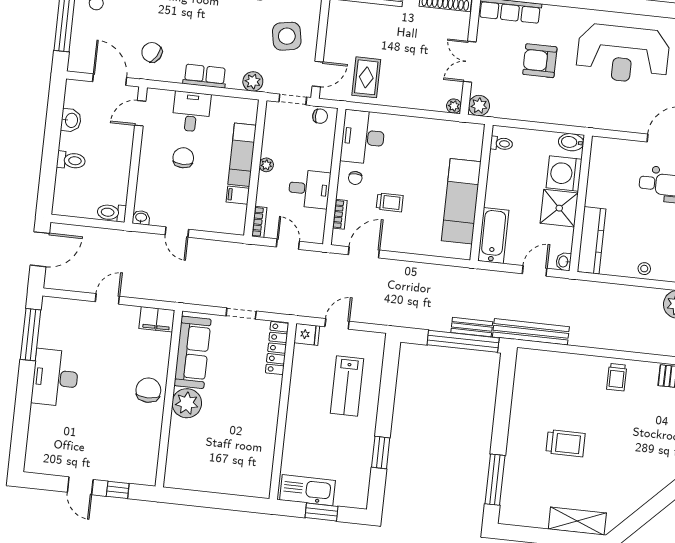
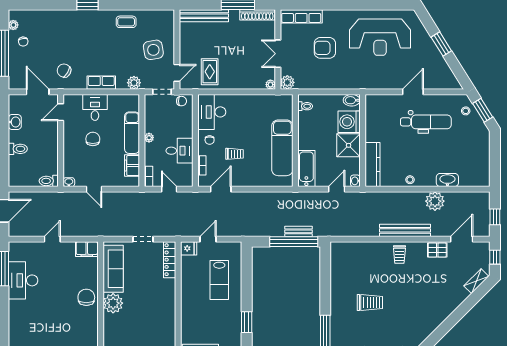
filing cabinet: (238, 195) -> (132, 165), width x2.00
bench: (531, 332) -> (405, 230), moved
desk: (55, 378) -> (23, 280), moved

